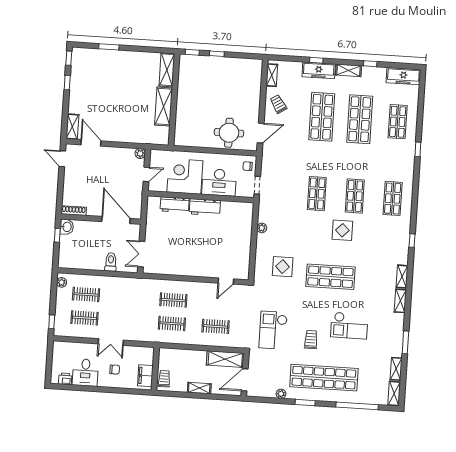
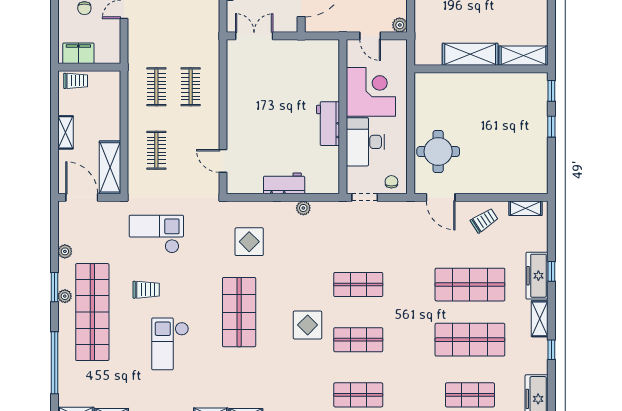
workbench: (175, 205) -> (284, 183), moved, turned 90
plant: (312, 396) -> (65, 296), added

